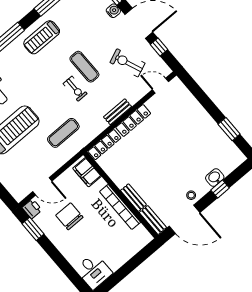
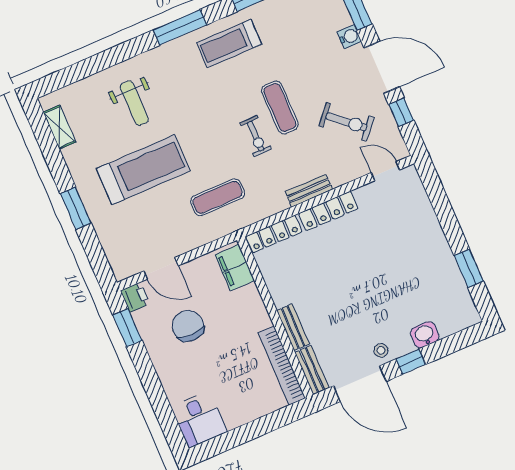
exercise bike: (127, 63) -> (346, 122), turned 153
window: (220, 189) -> (411, 362), moved
bookcase: (120, 207) -> (282, 366), moved

